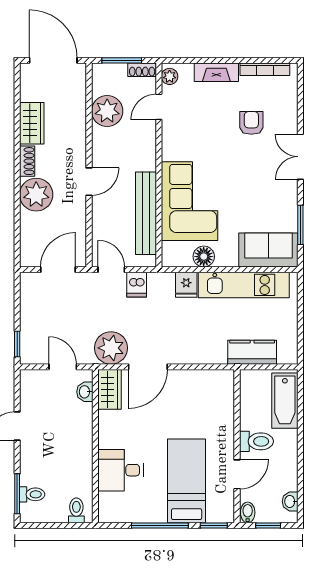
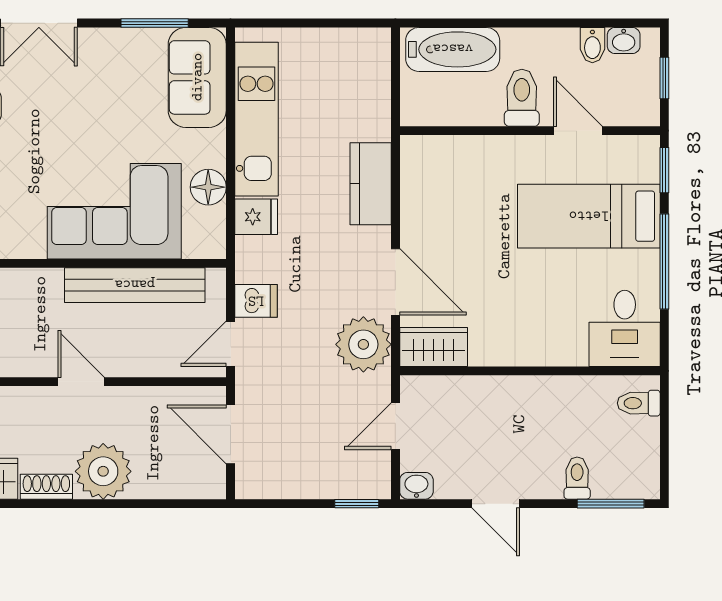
kitchen counter: (252, 352) -> (371, 184), moved
washbasin: (85, 392) -> (416, 486), moved, turned 180
desk: (120, 470) -> (625, 328), moved
toilet: (32, 494) -> (577, 478), moved
bidet: (248, 512) -> (592, 45), moved, turned -90

